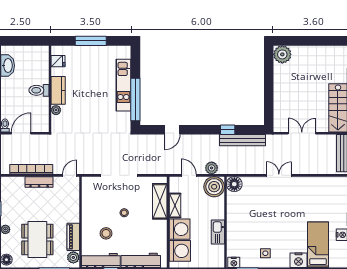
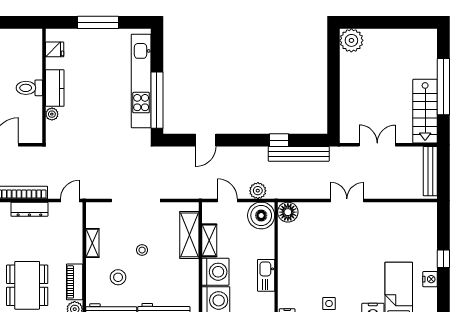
kitchen unit: (123, 85) -> (141, 81), width x1.36
shelving: (87, 207) -> (92, 243), added

